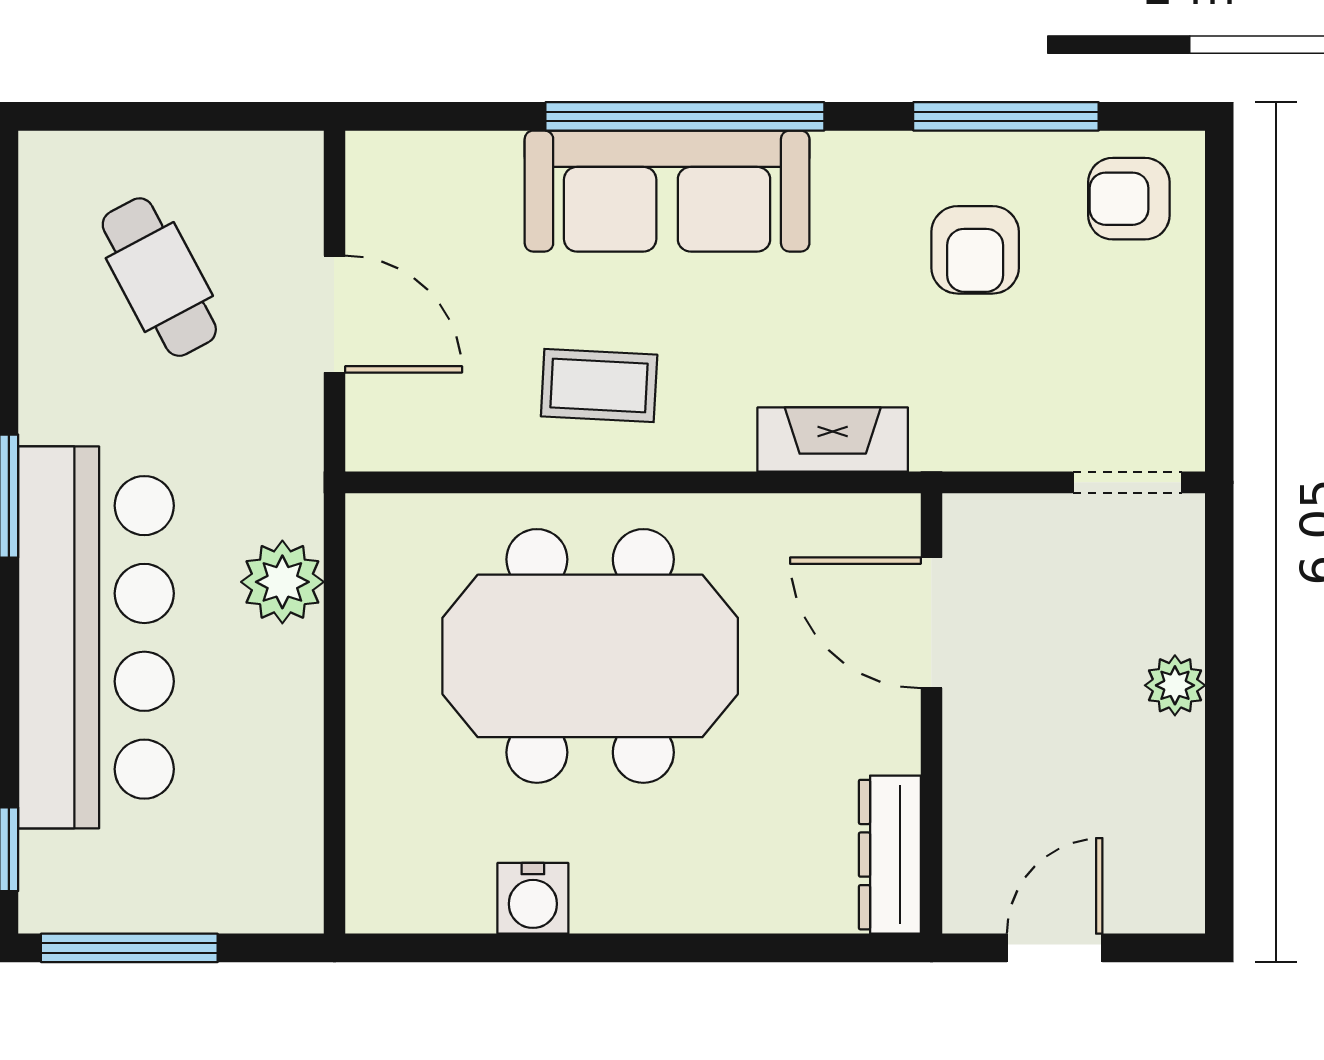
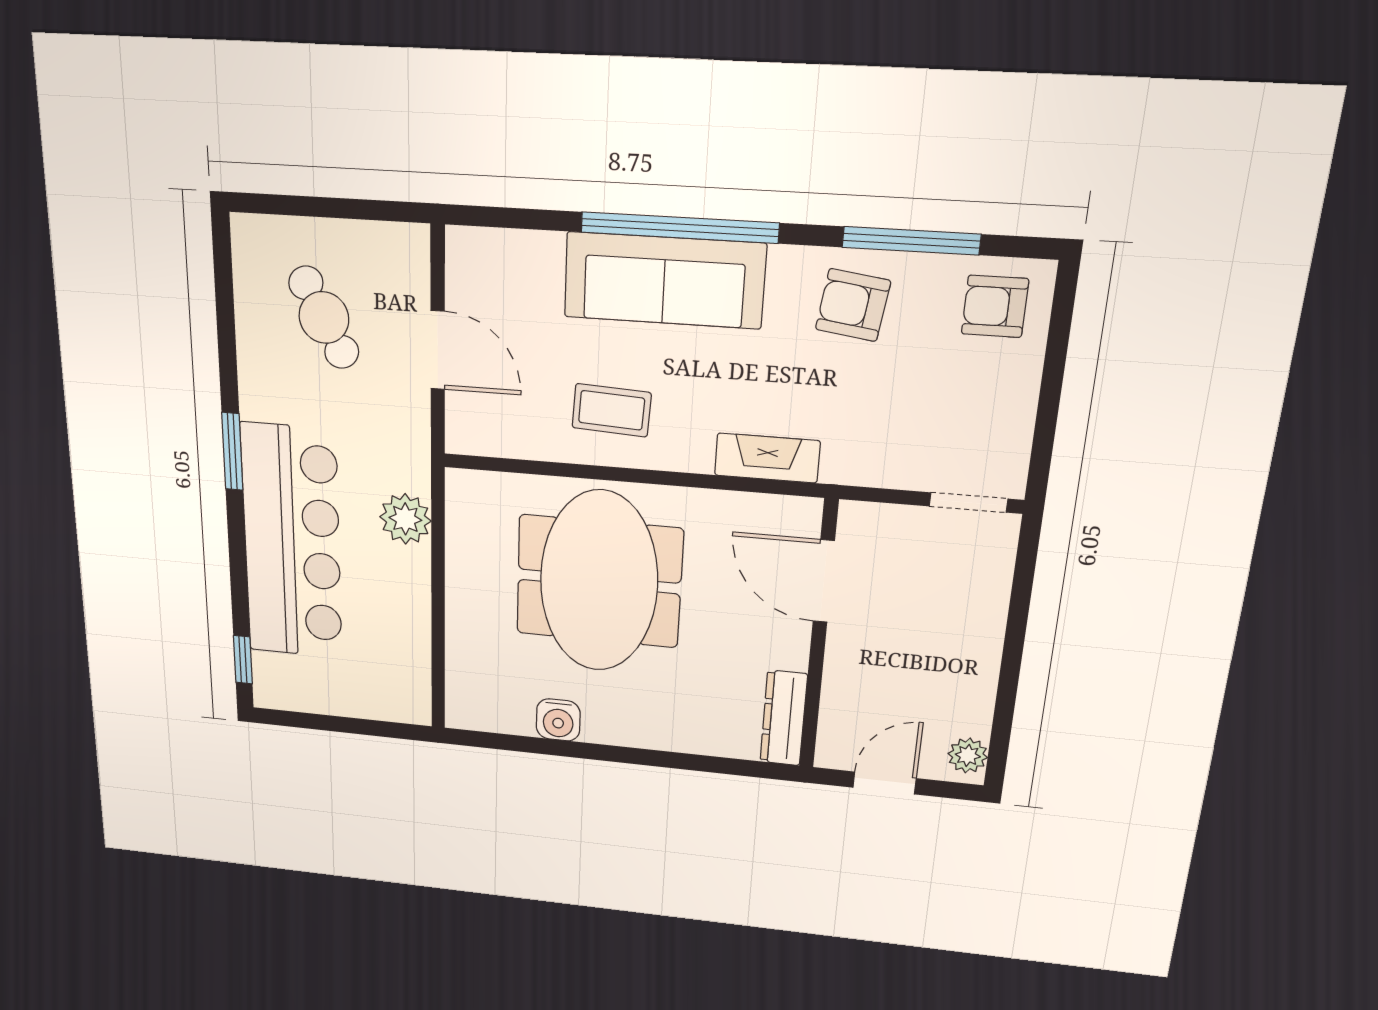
armchair: (975, 250) -> (853, 305), moved, turned 98
meeting table: (590, 656) -> (599, 581), turned 90
plant: (1175, 685) -> (968, 755), moved
window: (129, 948) -> (318, 722), removed

